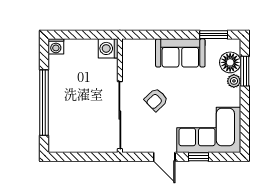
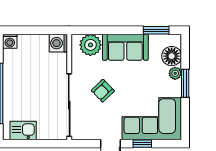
plant: (143, 50) -> (90, 45), added
window: (245, 71) -> (185, 83), moved
kitchen sink: (70, 143) -> (23, 130), added

